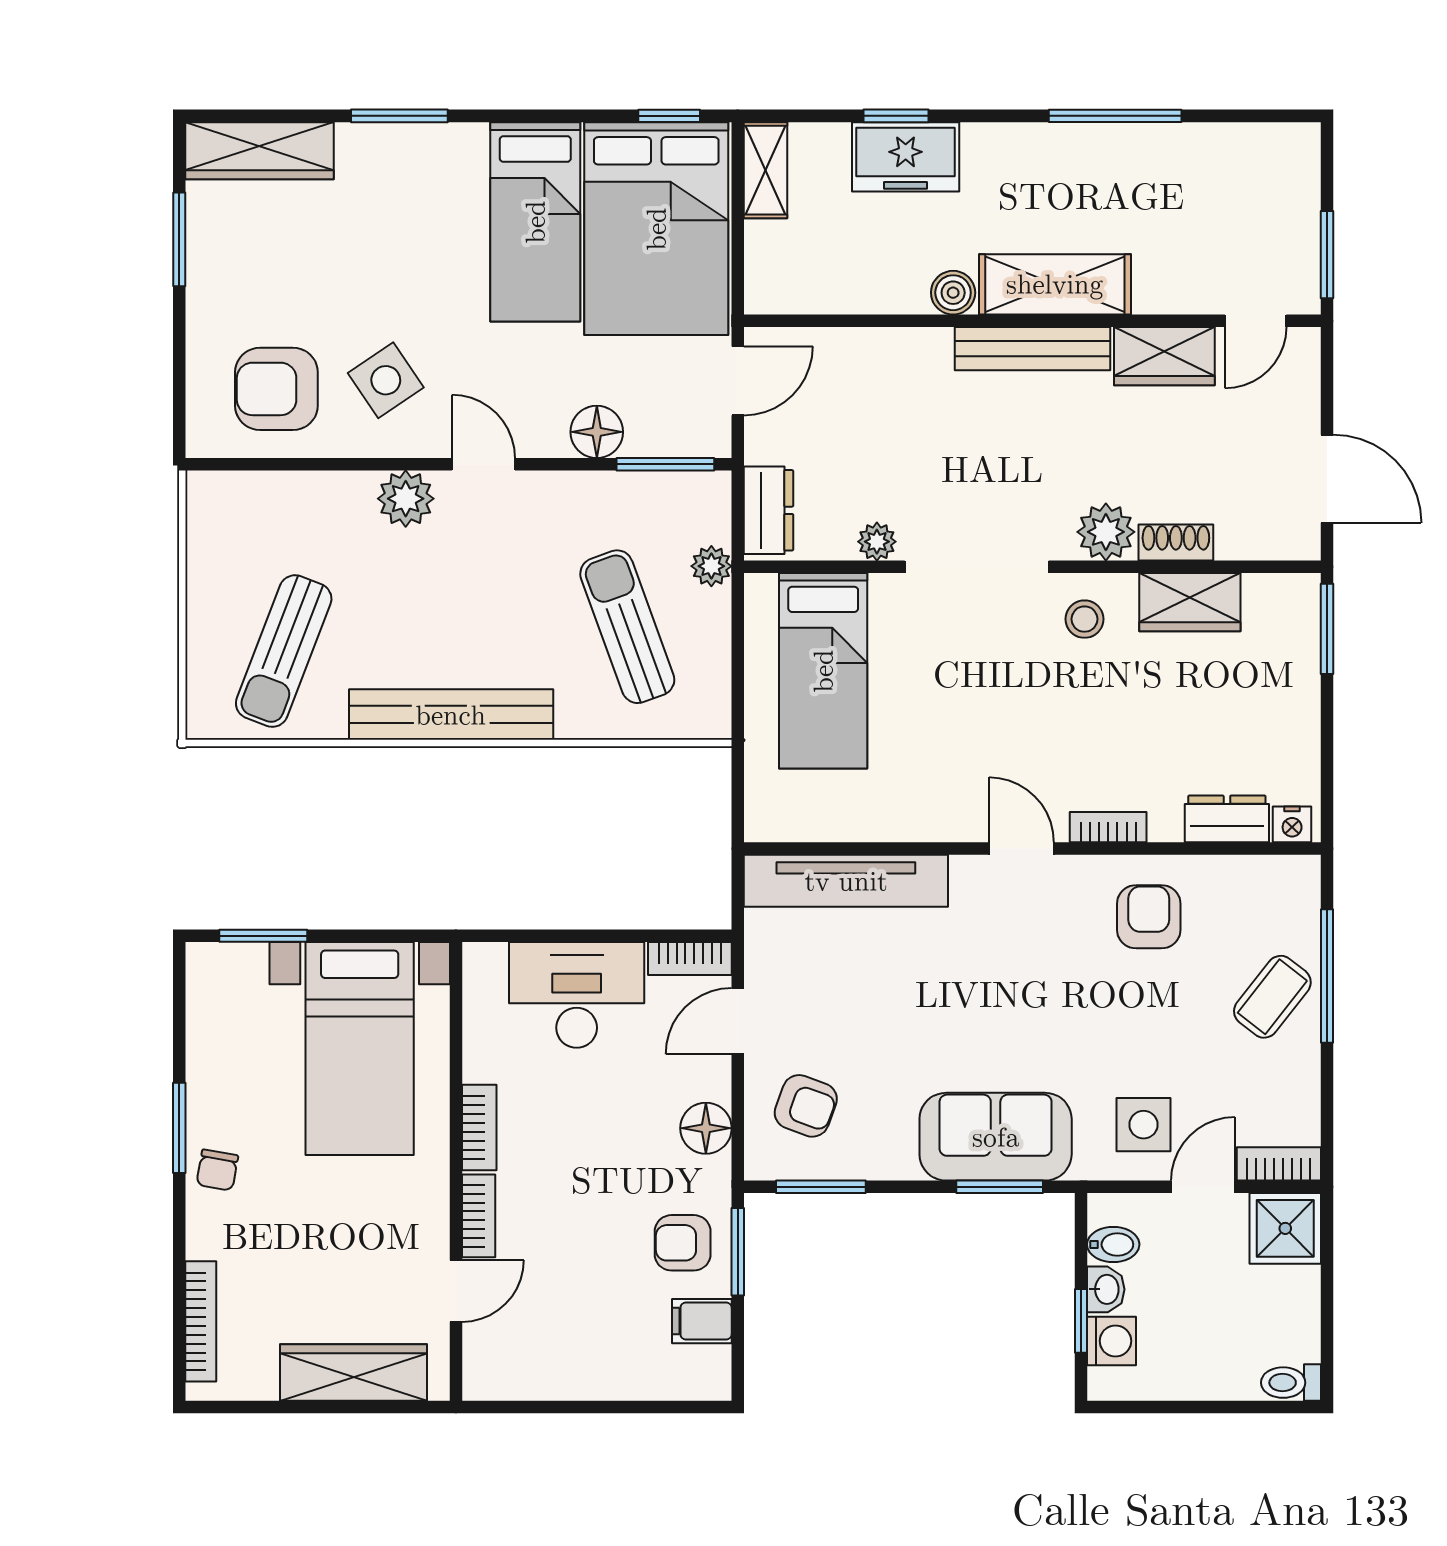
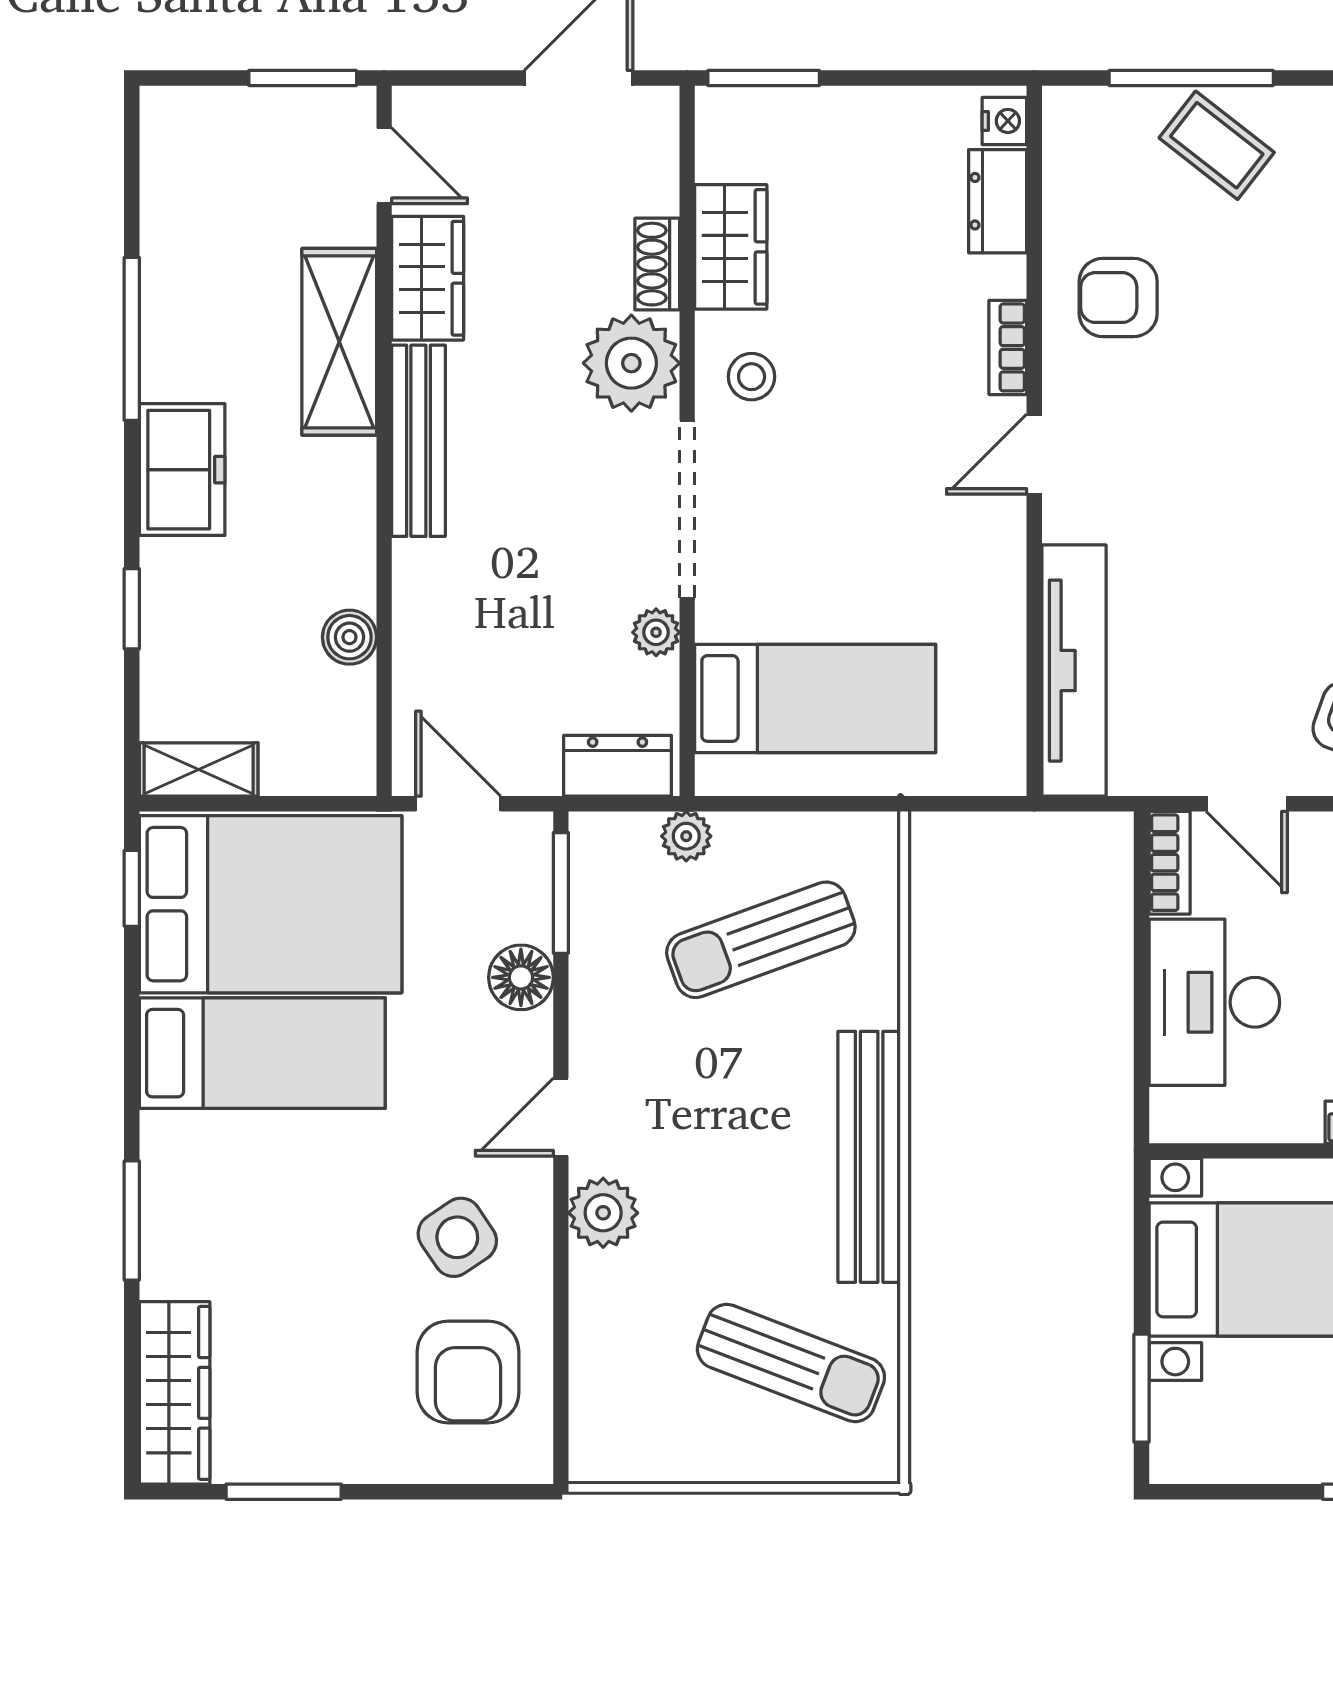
freezer: (906, 157) -> (182, 470), moved
shelving: (1055, 284) -> (339, 342), moved
boiler: (953, 293) -> (349, 637), moved
plant: (1106, 532) -> (631, 363), width x1.36, depth x1.36

